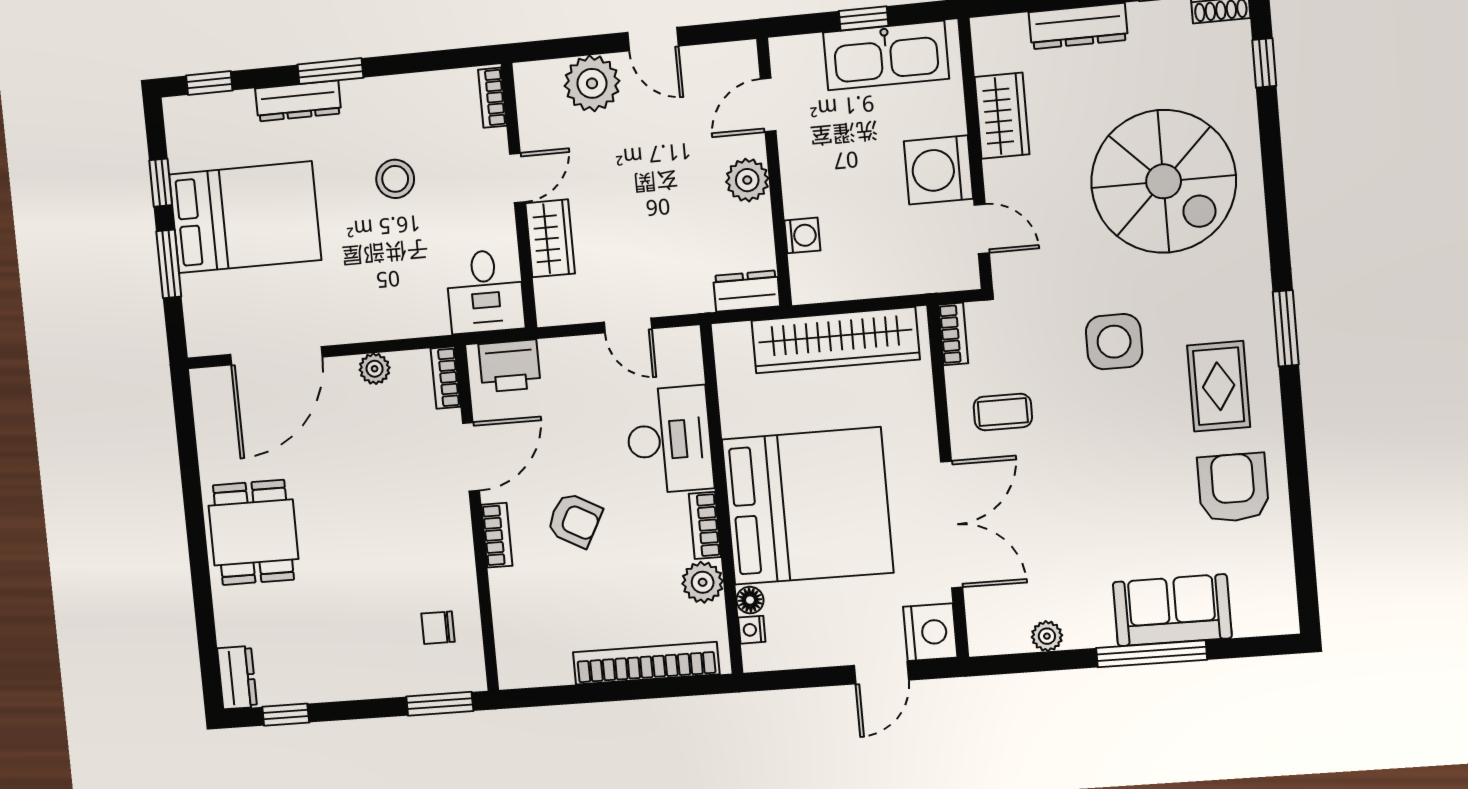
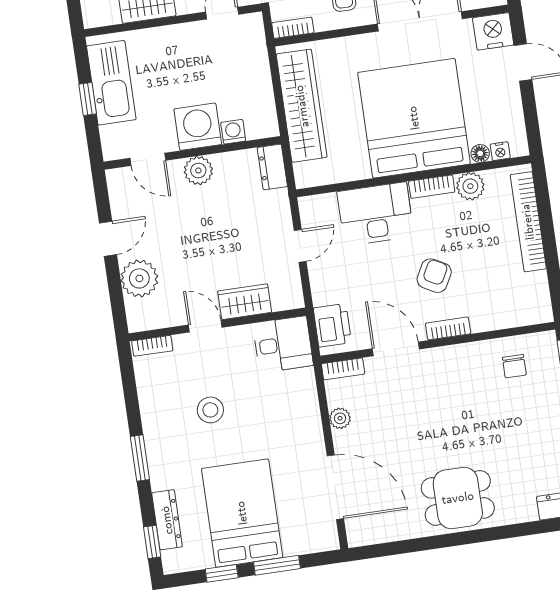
dresser: (298, 101) -> (167, 520), moved
washing machine: (938, 170) -> (198, 127), moved, turned 180

